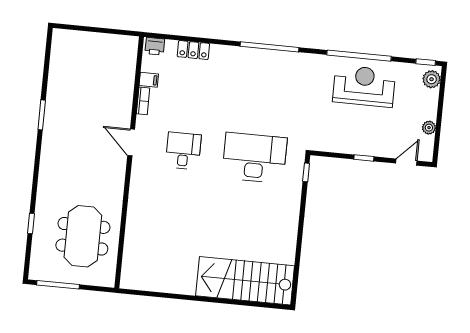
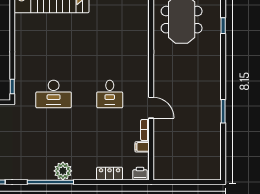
plant: (252, 59) -> (63, 171), added
door: (131, 142) -> (151, 108), moved
desk: (254, 158) -> (54, 94), width x0.73, depth x0.77

